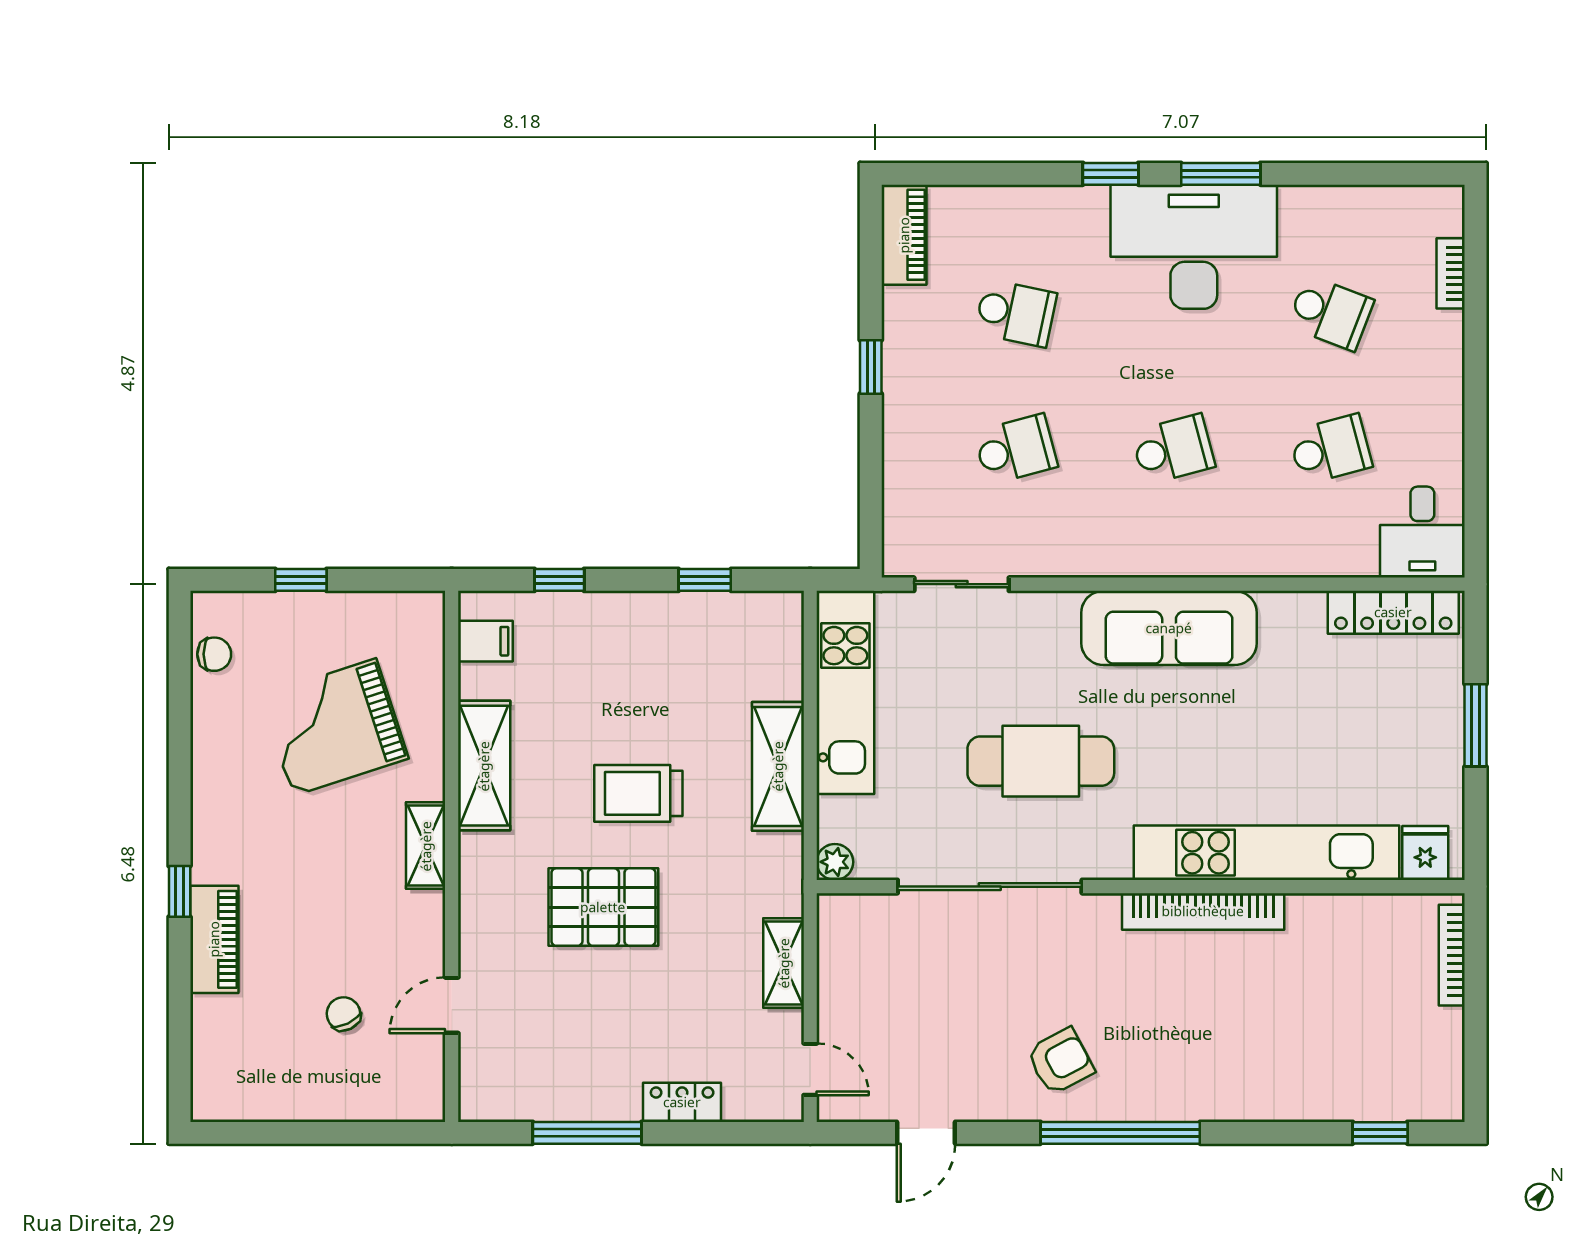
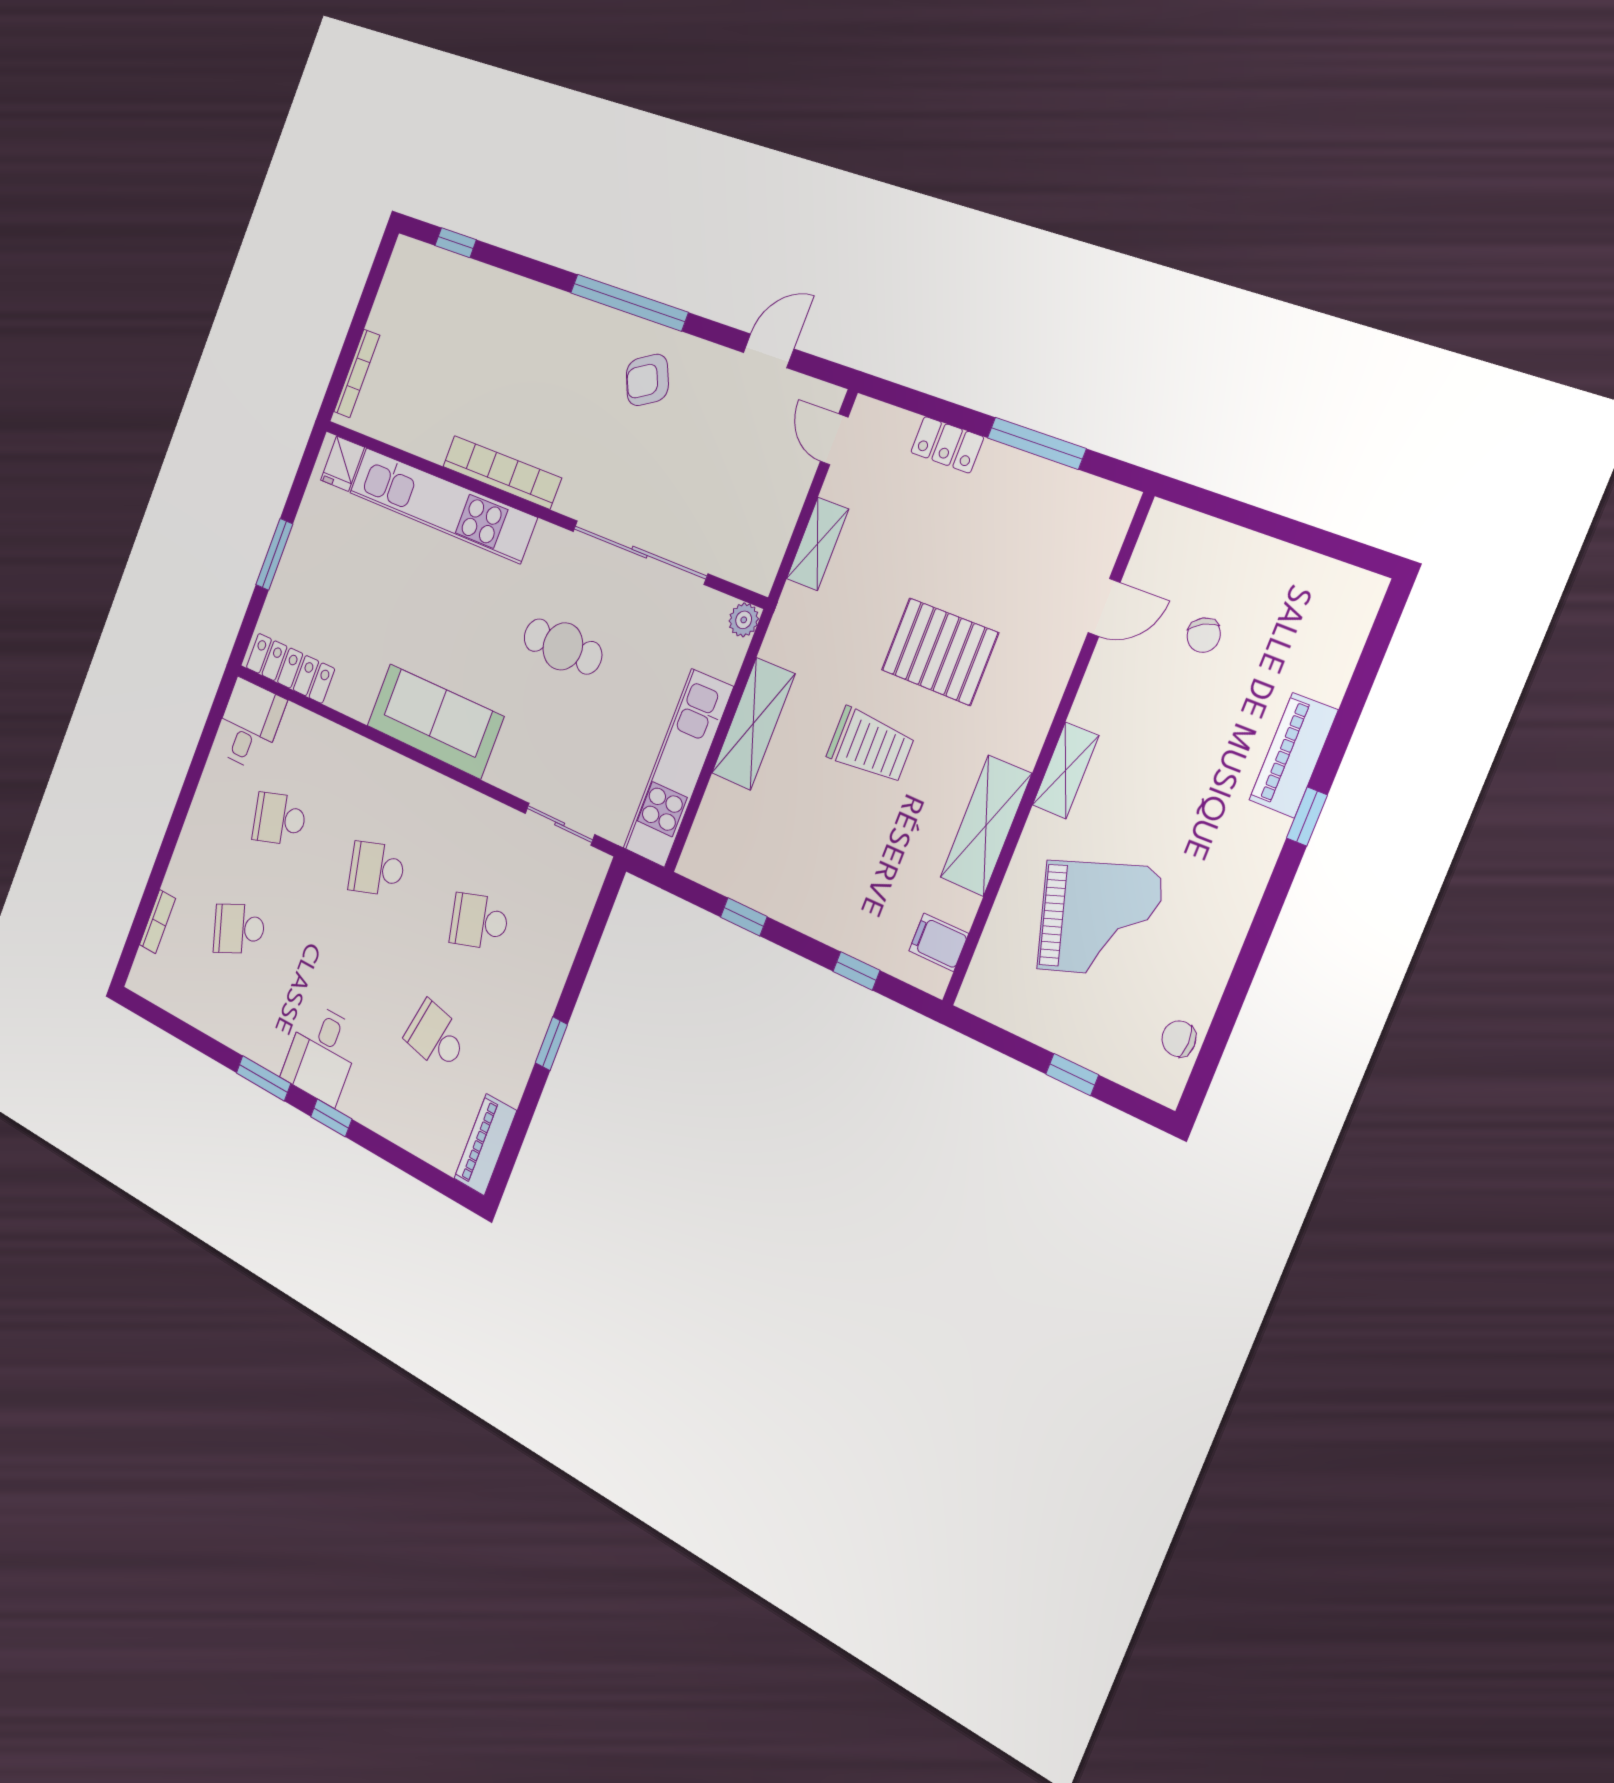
desk: (1194, 247) -> (321, 1054), width x0.53, depth x0.77
school desk: (1330, 313) -> (239, 929), turned -42
cafe table: (1041, 761) -> (563, 646), width x0.73, depth x0.74

